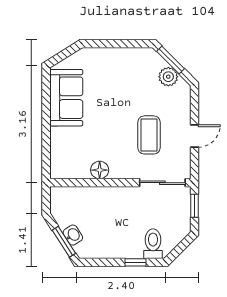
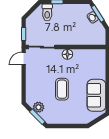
coffee table: (149, 135) -> (62, 89), moved
door: (195, 136) -> (24, 59), moved
floor lamp: (100, 170) -> (67, 54), moved

